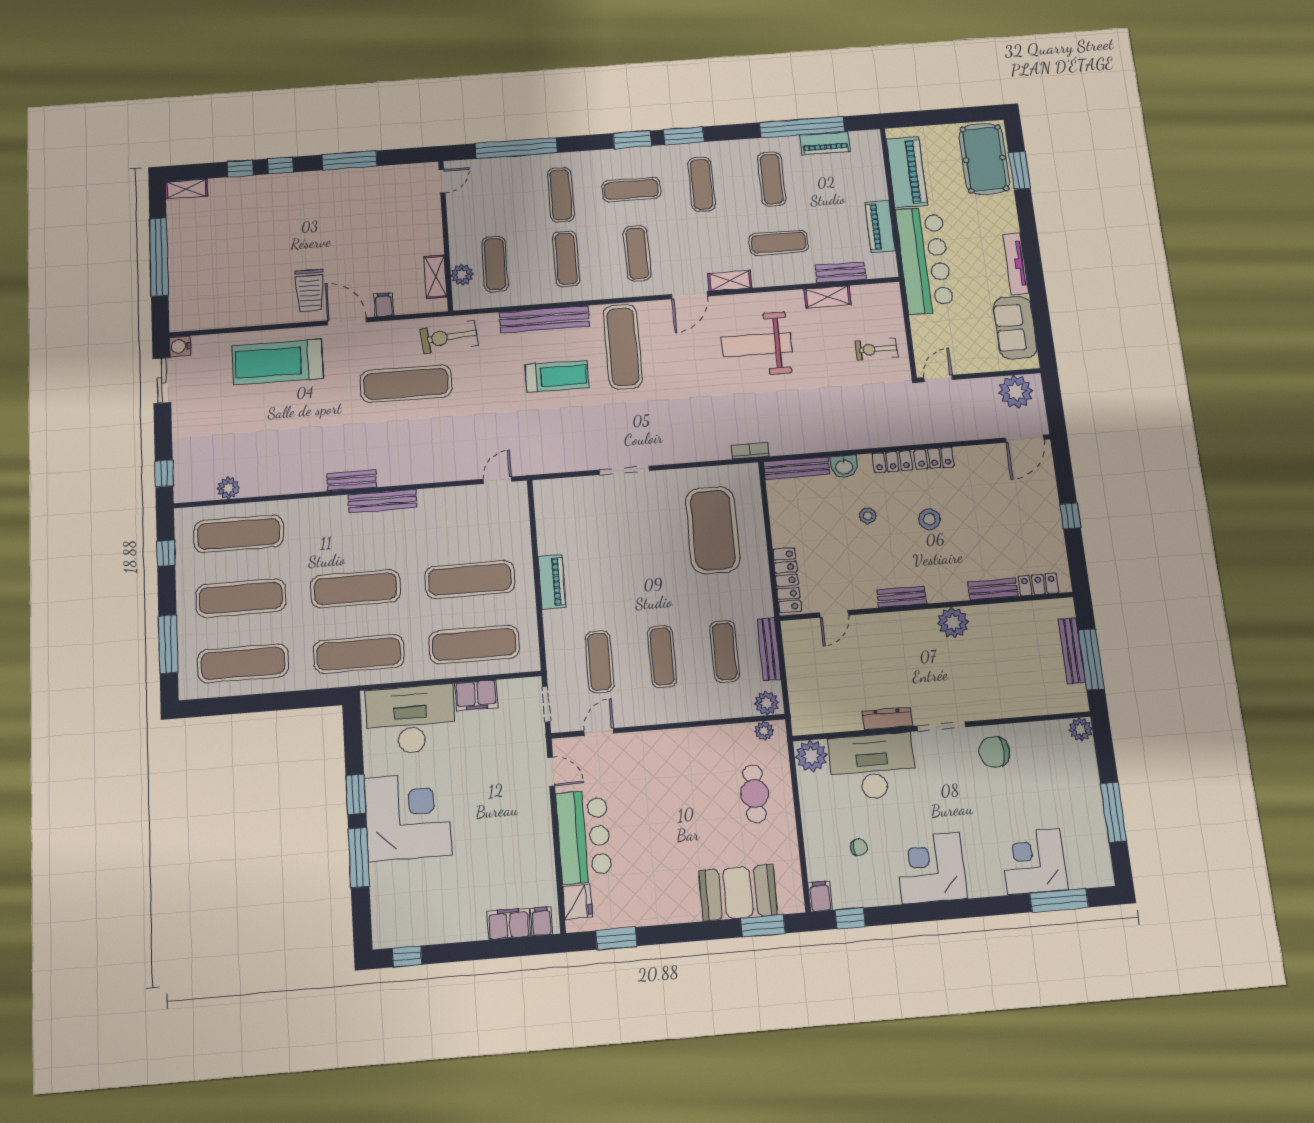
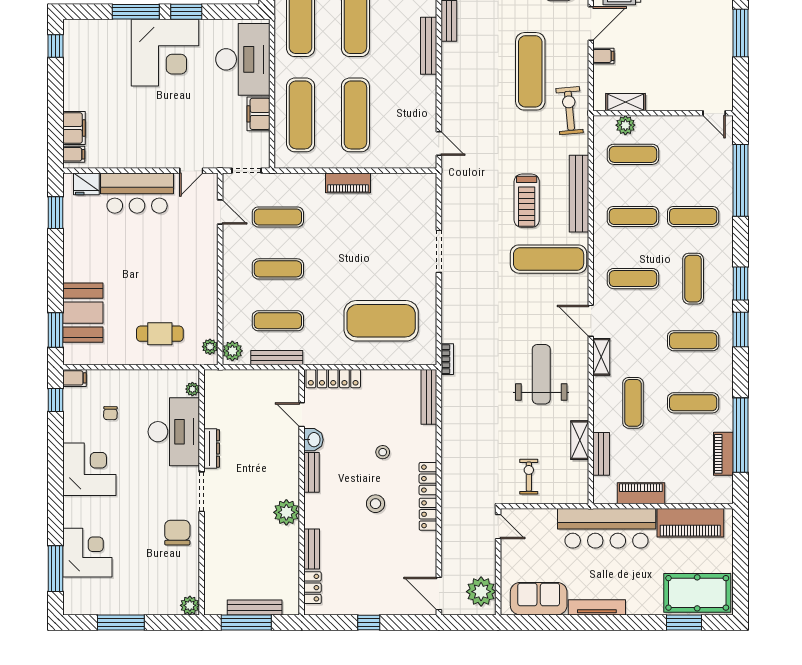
washbasin: (844, 466) -> (313, 440), moved, turned 180
plant: (811, 756) -> (192, 389), width x0.53, depth x0.53

